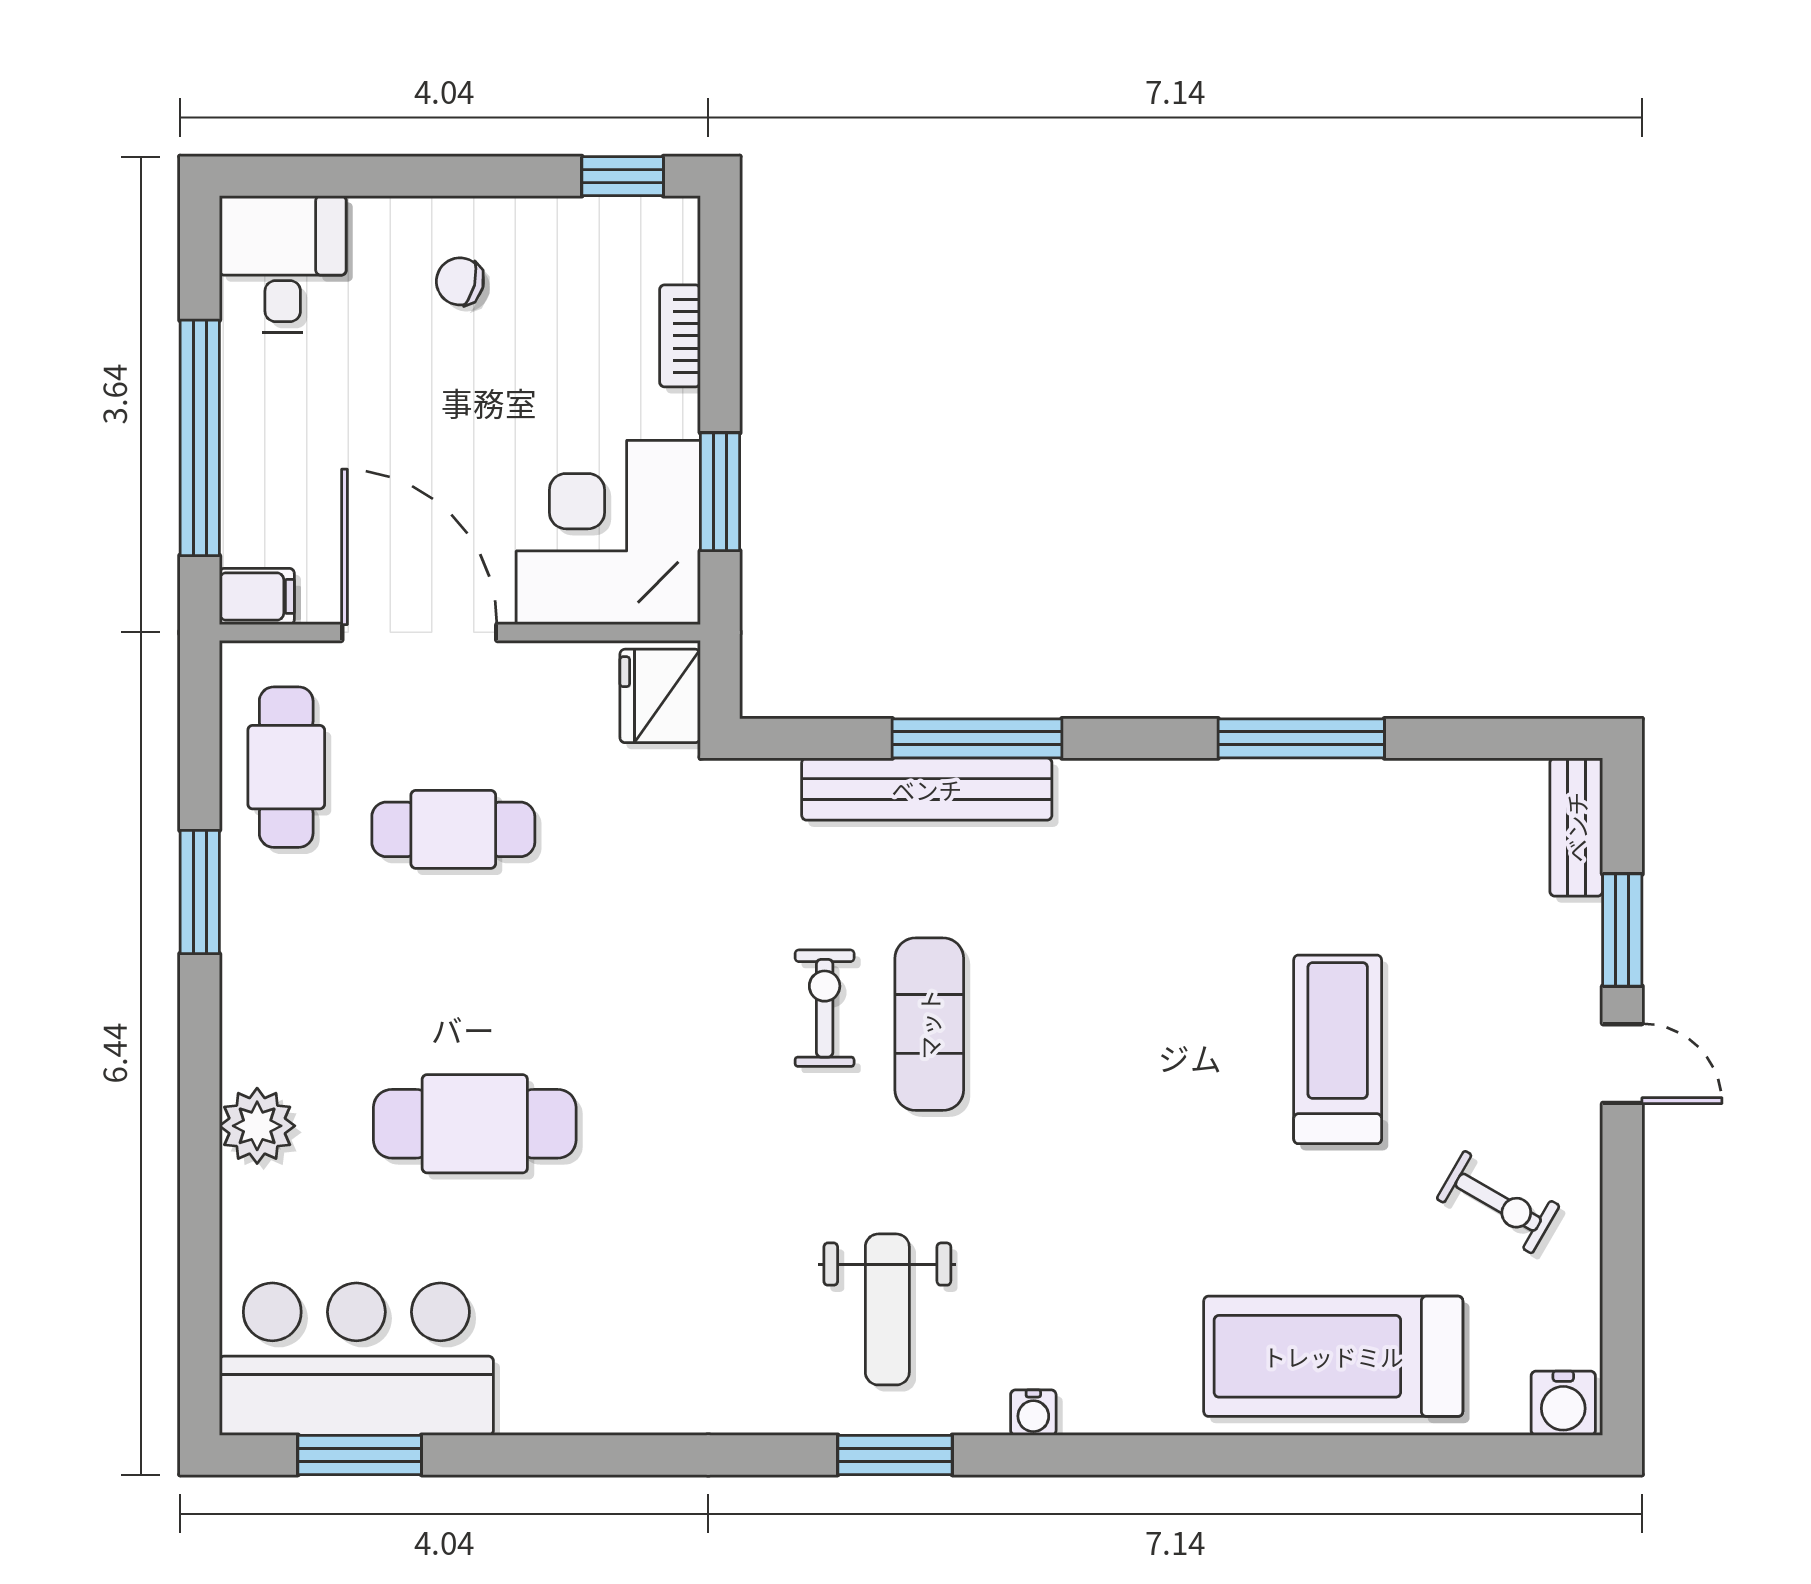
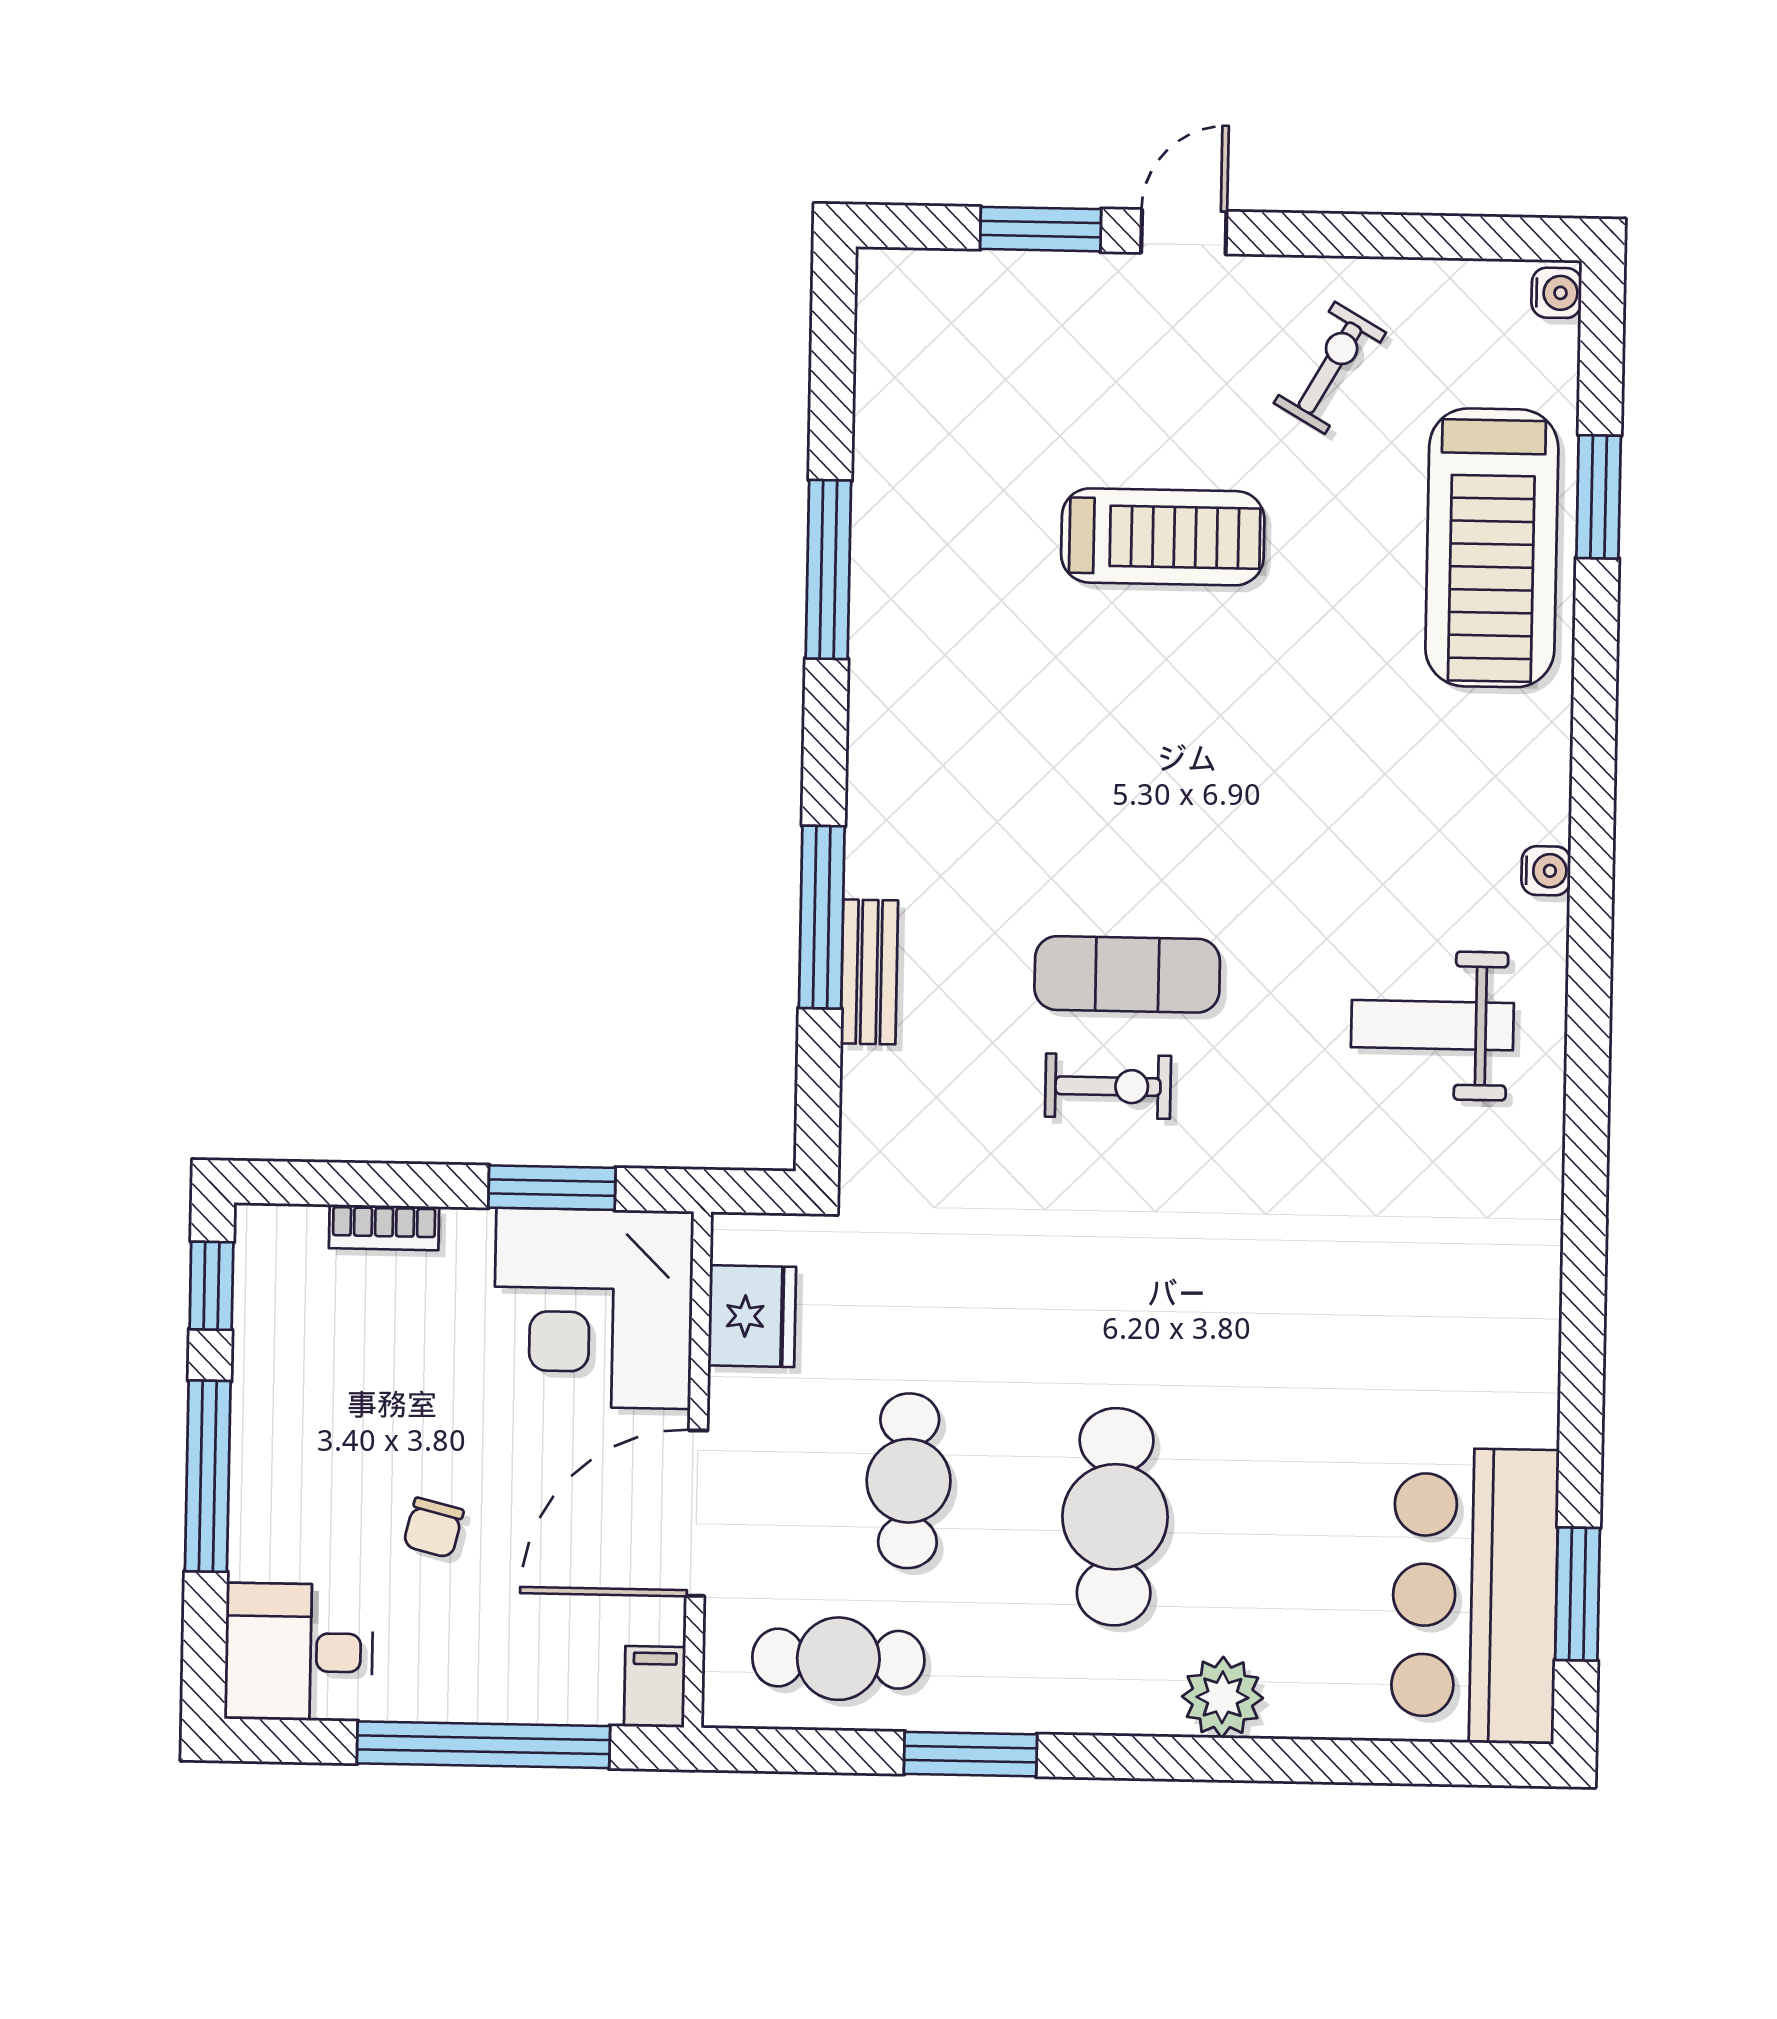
window: (445, 176) -> (208, 1476), added
chair: (460, 281) -> (433, 1528), moved
fridge: (660, 696) -> (752, 1316), moved, turned -90
bench: (927, 789) -> (869, 972), width x0.54, depth x0.82
bench: (1576, 827) -> (929, 276), removed
exercise bike: (825, 1008) -> (1108, 1086), turned 180
treadmill: (1338, 1049) -> (1163, 537), turned 180
cafe table: (475, 1124) -> (1115, 1517), moved
weight bench: (887, 1309) -> (1432, 1025), turned 180
water cooler: (1563, 1403) -> (1557, 293), width x0.72, depth x0.72
window: (895, 1455) -> (1599, 497), moved

